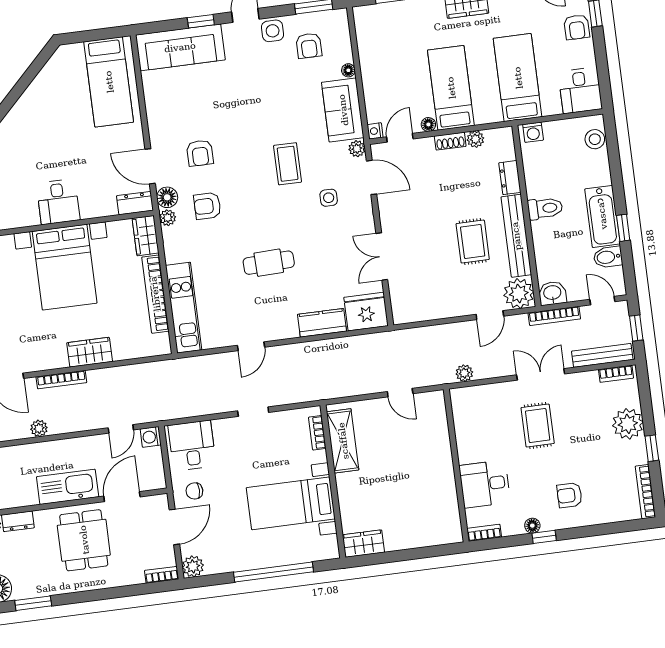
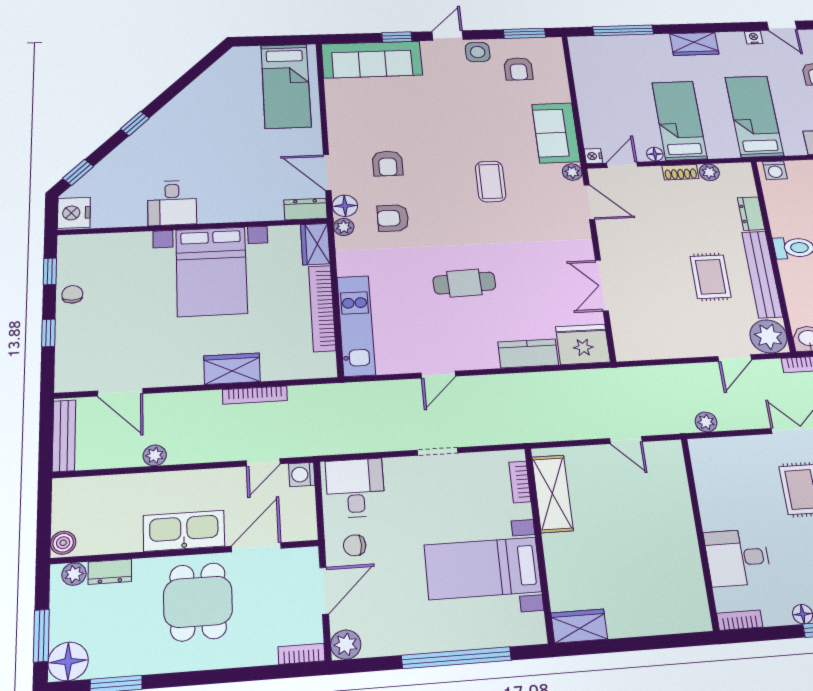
floor lamp: (348, 70) -> (563, 95), removed
side table: (329, 198) -> (538, 219), removed
desk: (58, 202) -> (172, 203), moved
bookcase: (61, 380) -> (255, 395), moved

